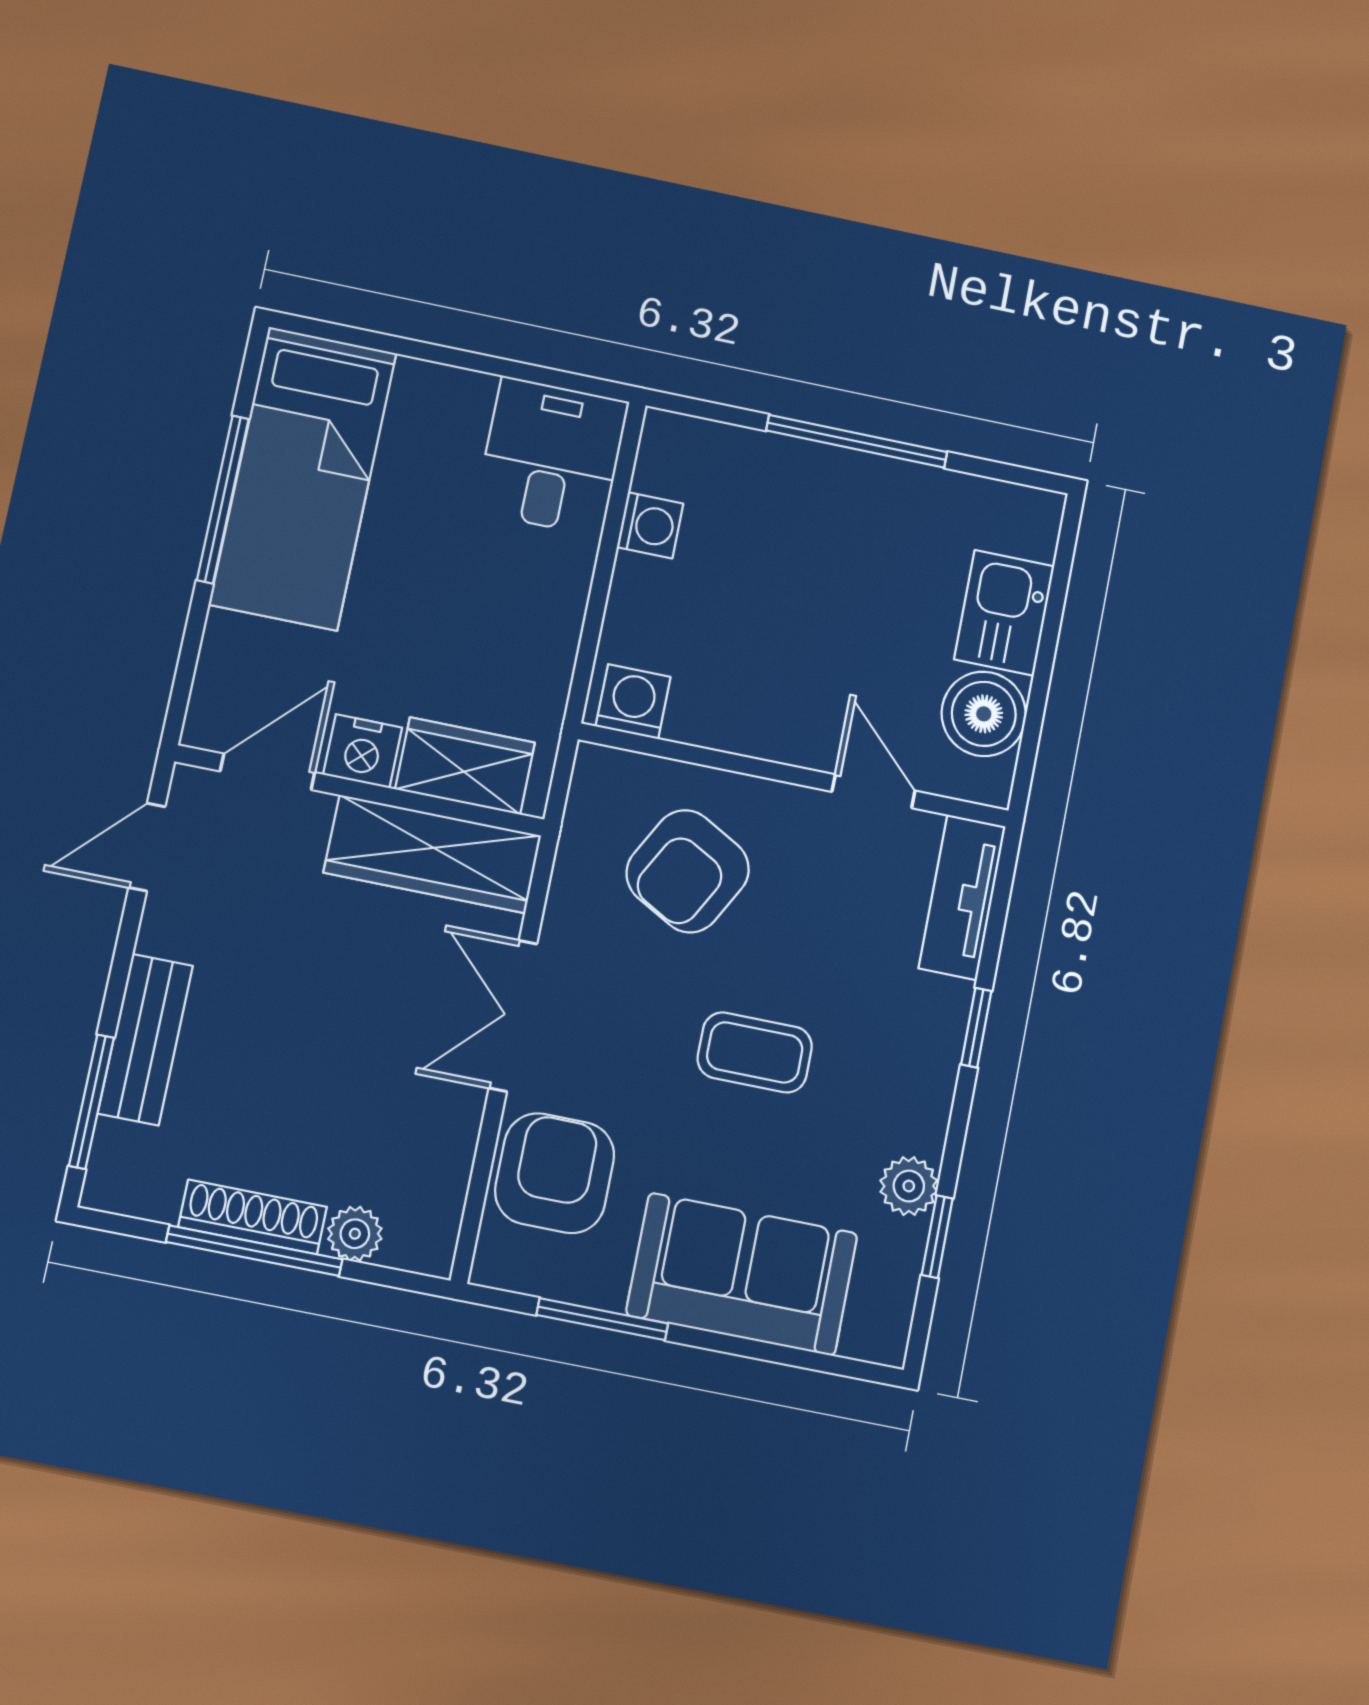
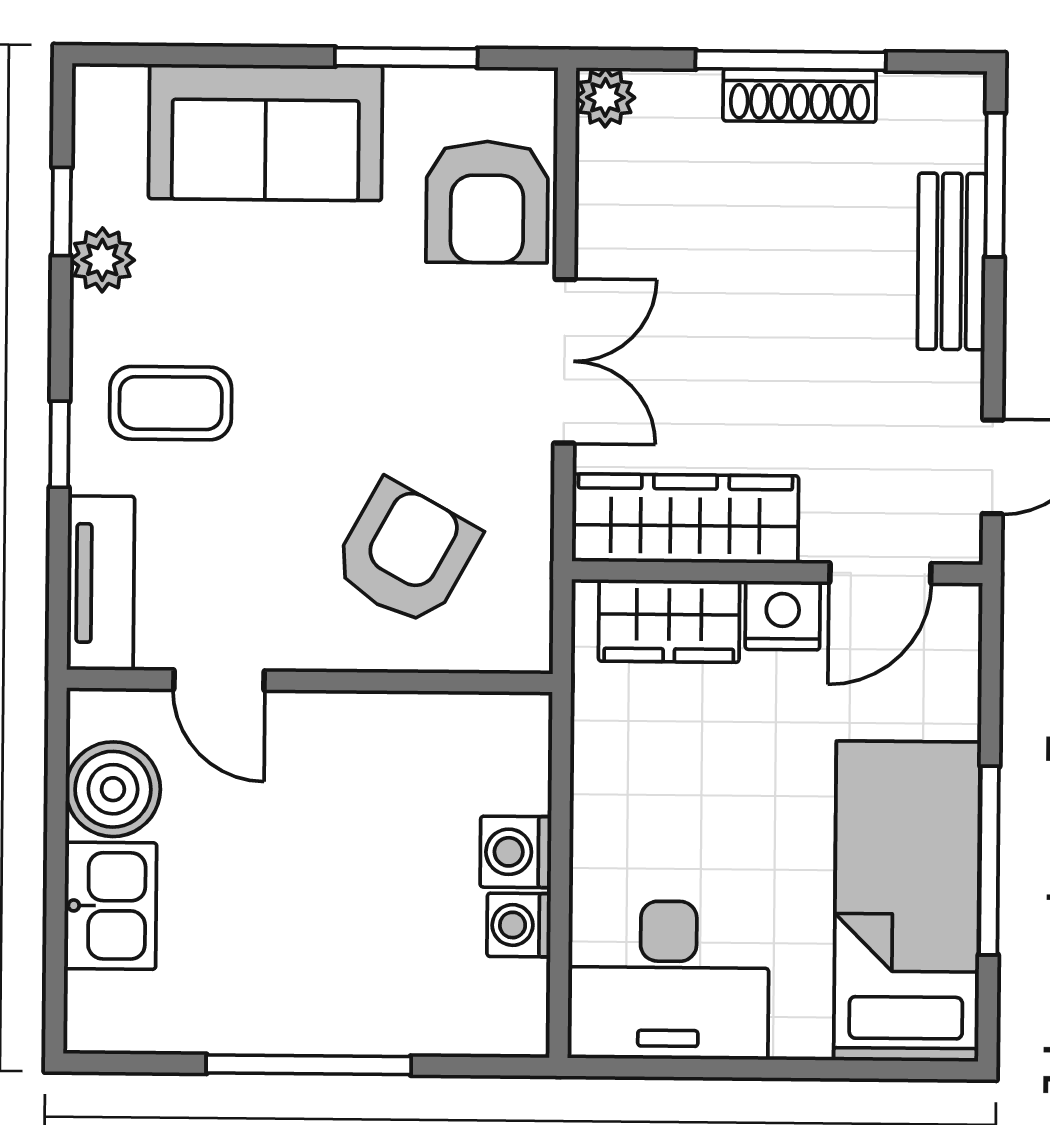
desk: (552, 457) -> (668, 980), width x1.37
washing machine: (633, 702) -> (516, 852), moved, turned 90
coffee table: (755, 1052) -> (171, 403), moved
plant: (355, 1234) -> (605, 97), moved

